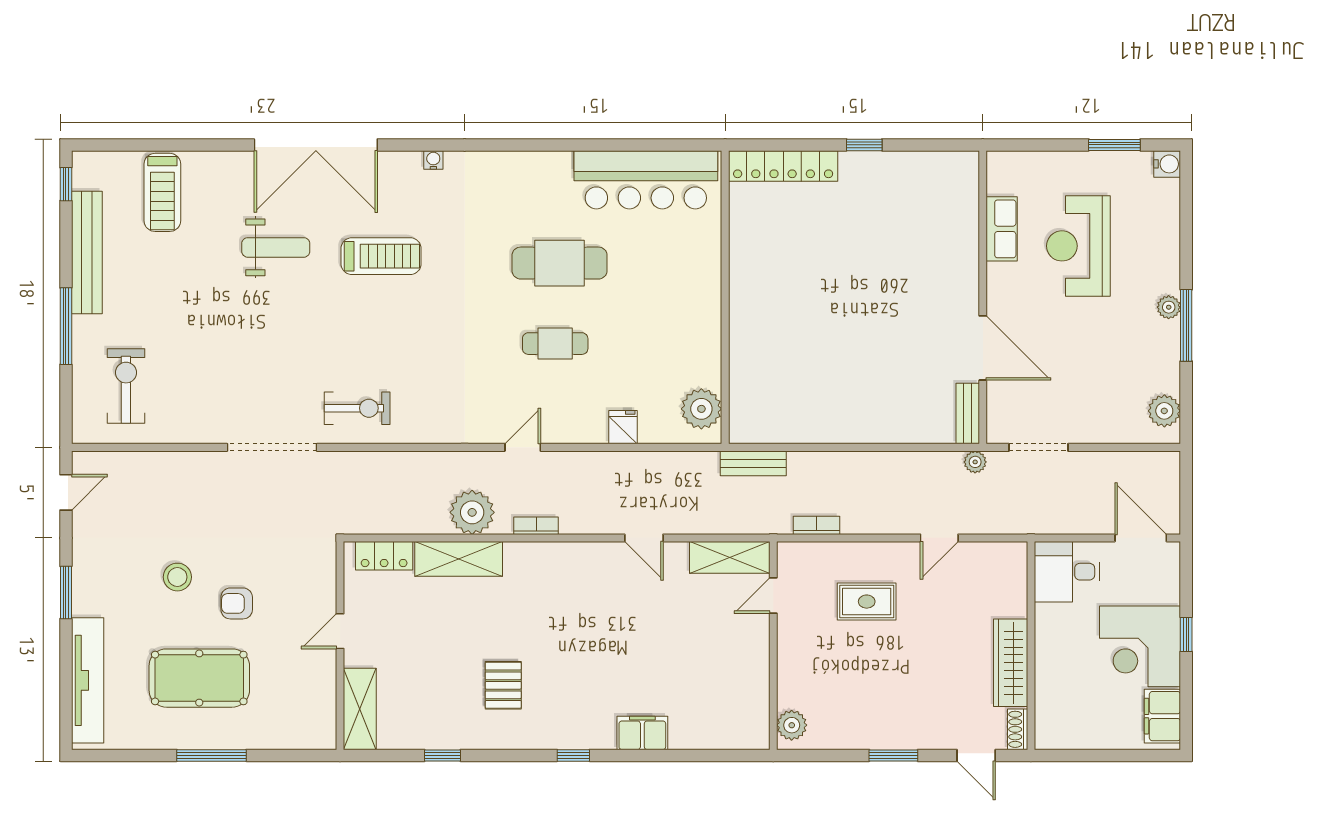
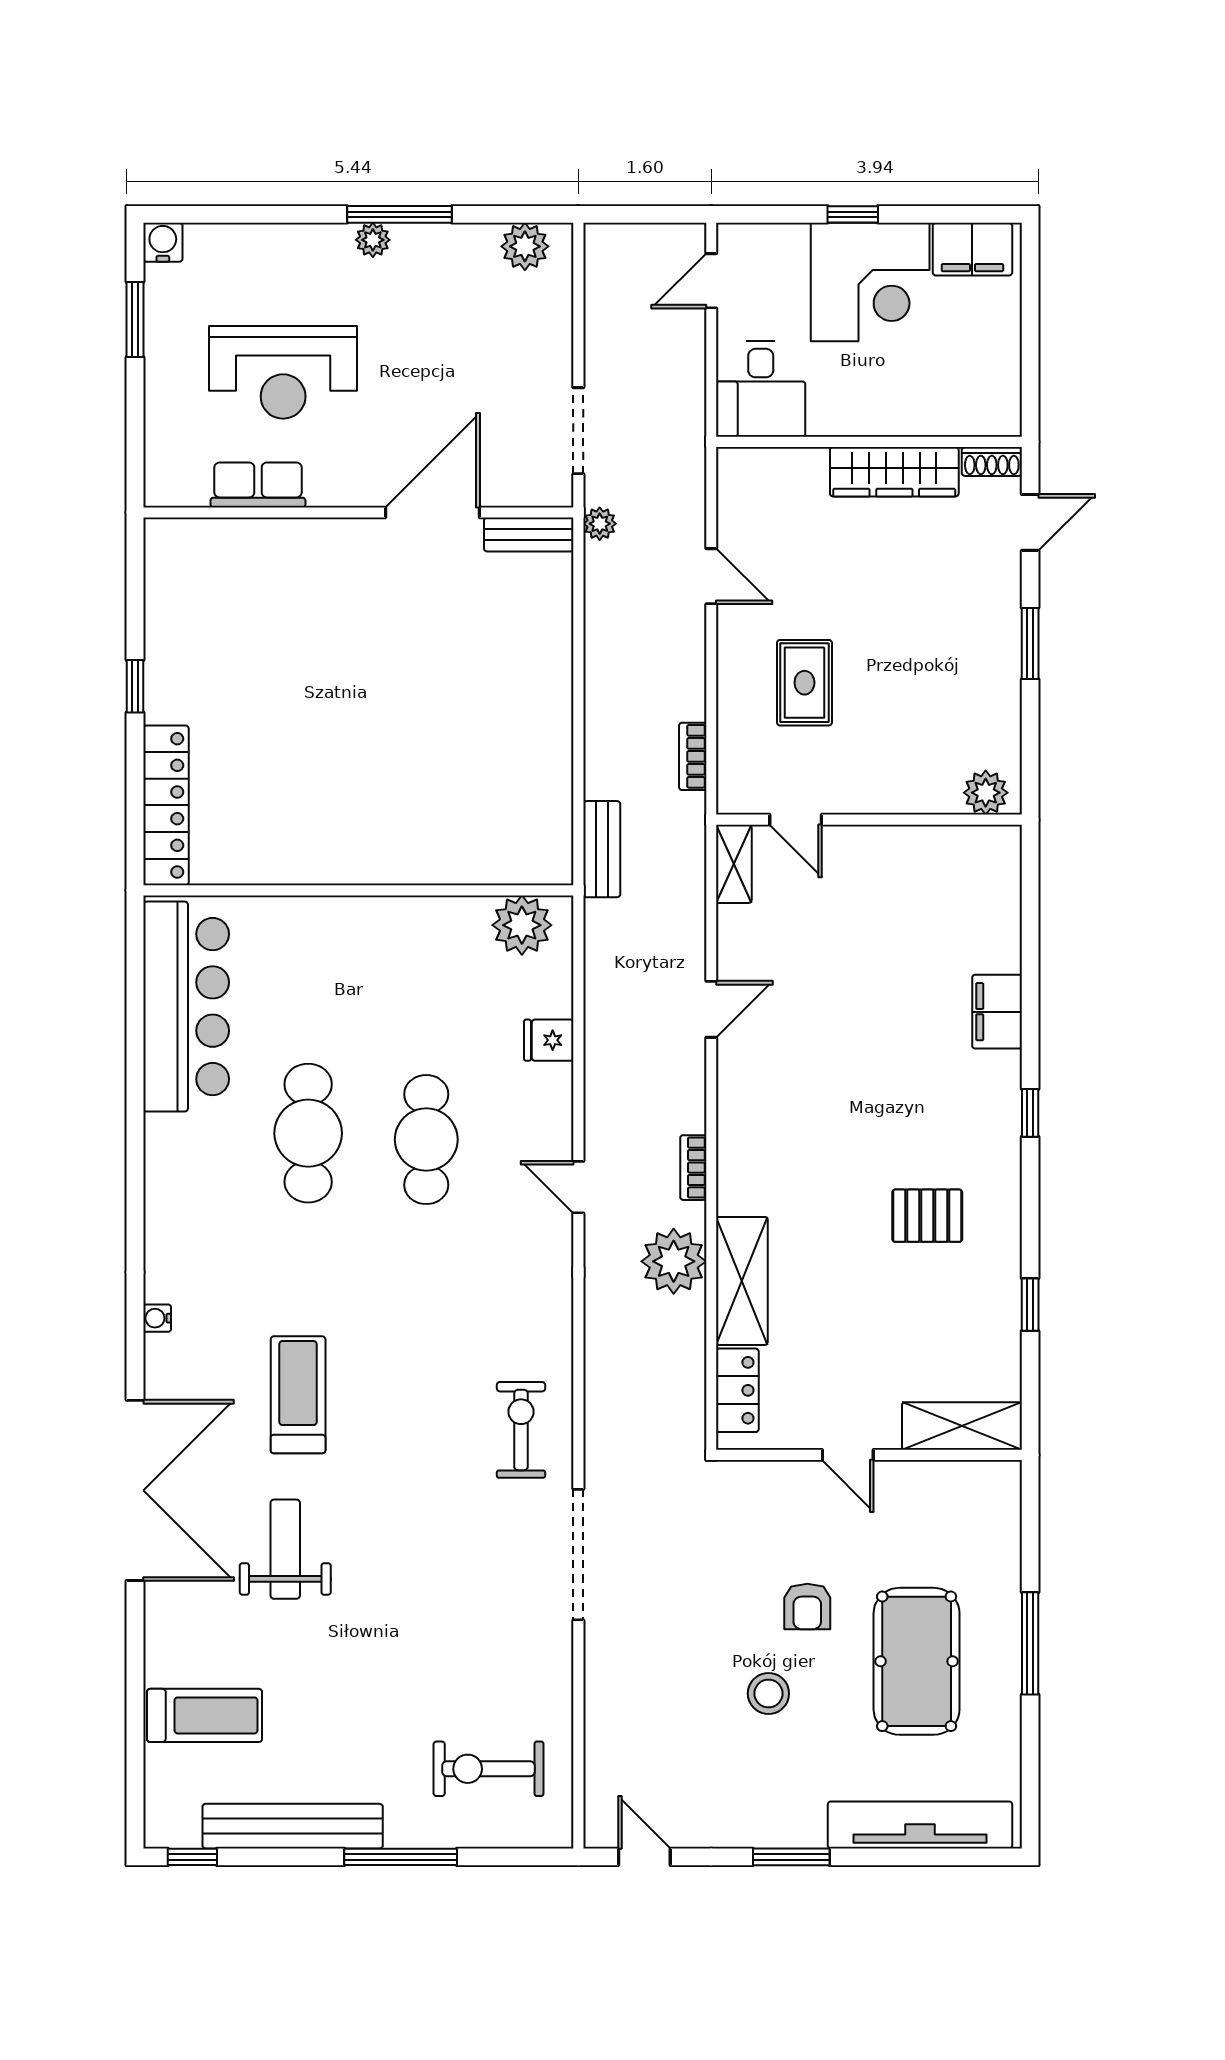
cafe table: (555, 344) -> (426, 1140), width x1.37, depth x1.35
door: (1141, 538) -> (711, 281), width x0.73
shelving: (730, 557) -> (734, 864), width x0.67, depth x0.75

